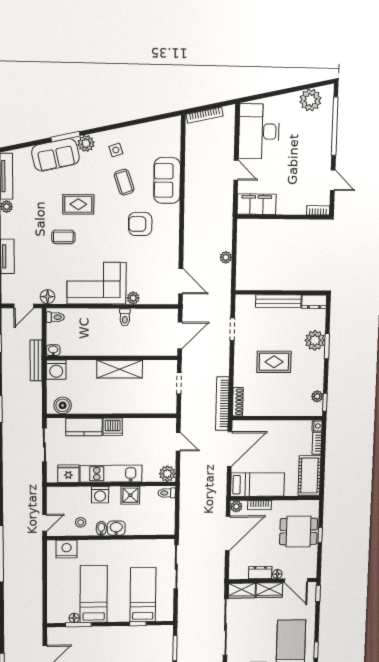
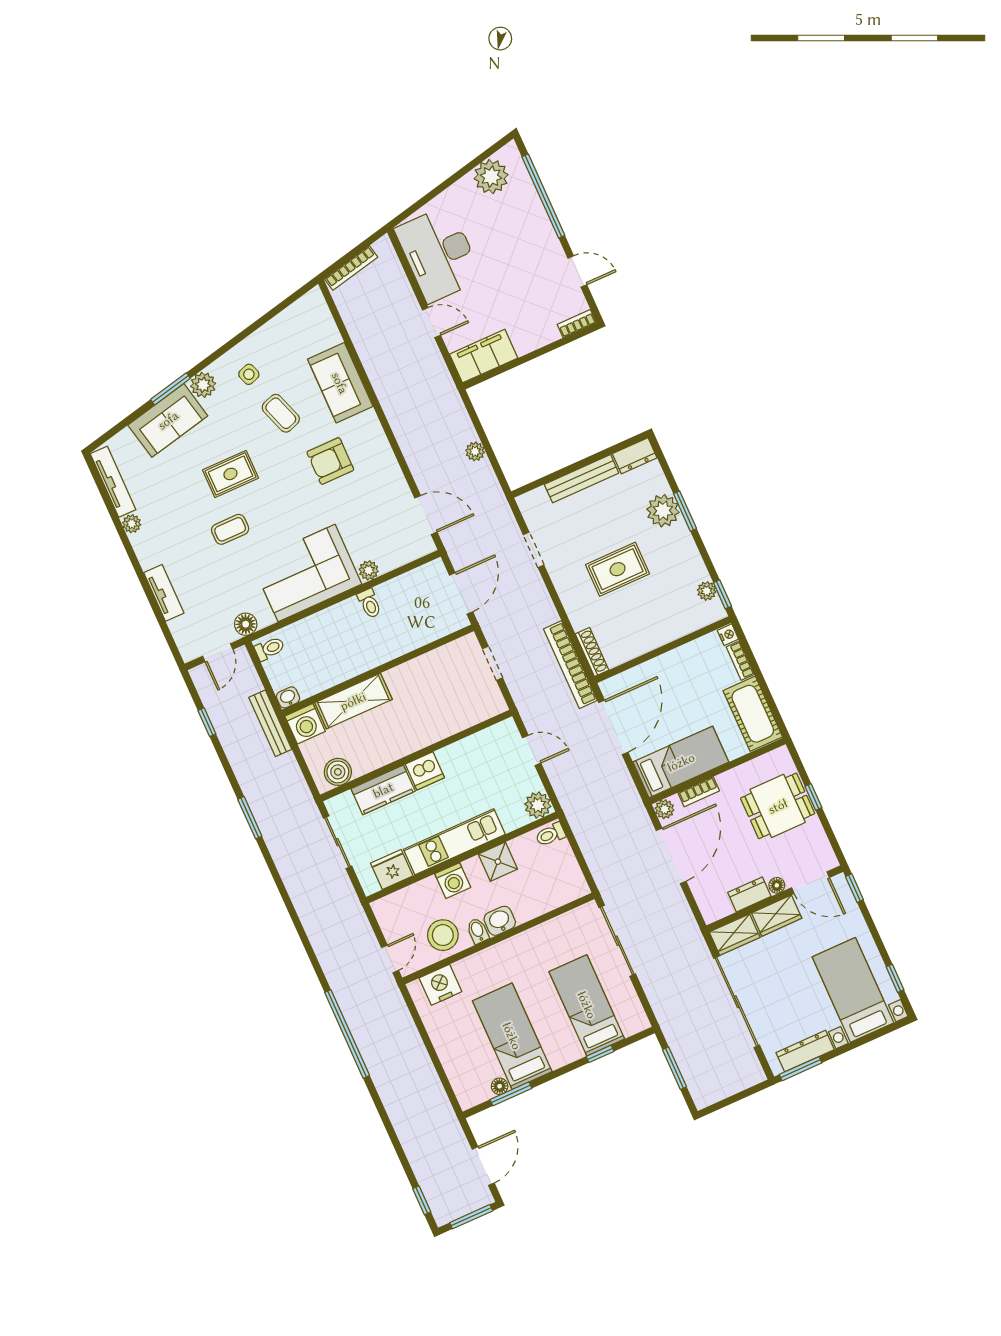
shelving: (120, 369) -> (353, 701), moved
stool: (81, 522) -> (443, 935), width x1.89, depth x1.89

